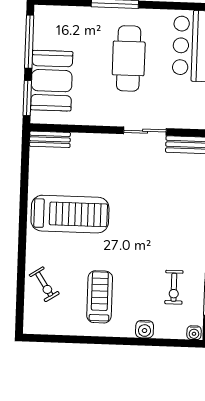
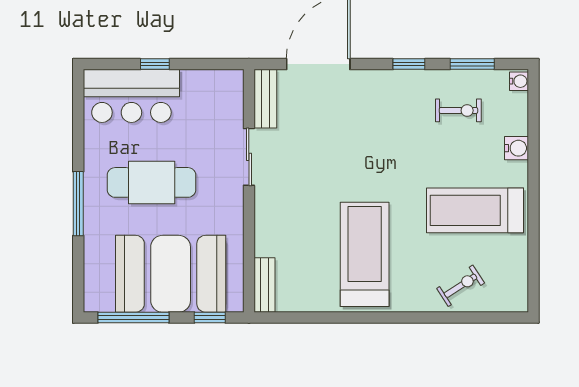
booth: (52, 81) -> (171, 274), width x1.36, depth x1.42
window: (27, 98) -> (210, 318), width x0.67
treadmill: (100, 297) -> (475, 210), width x1.37, depth x1.38

